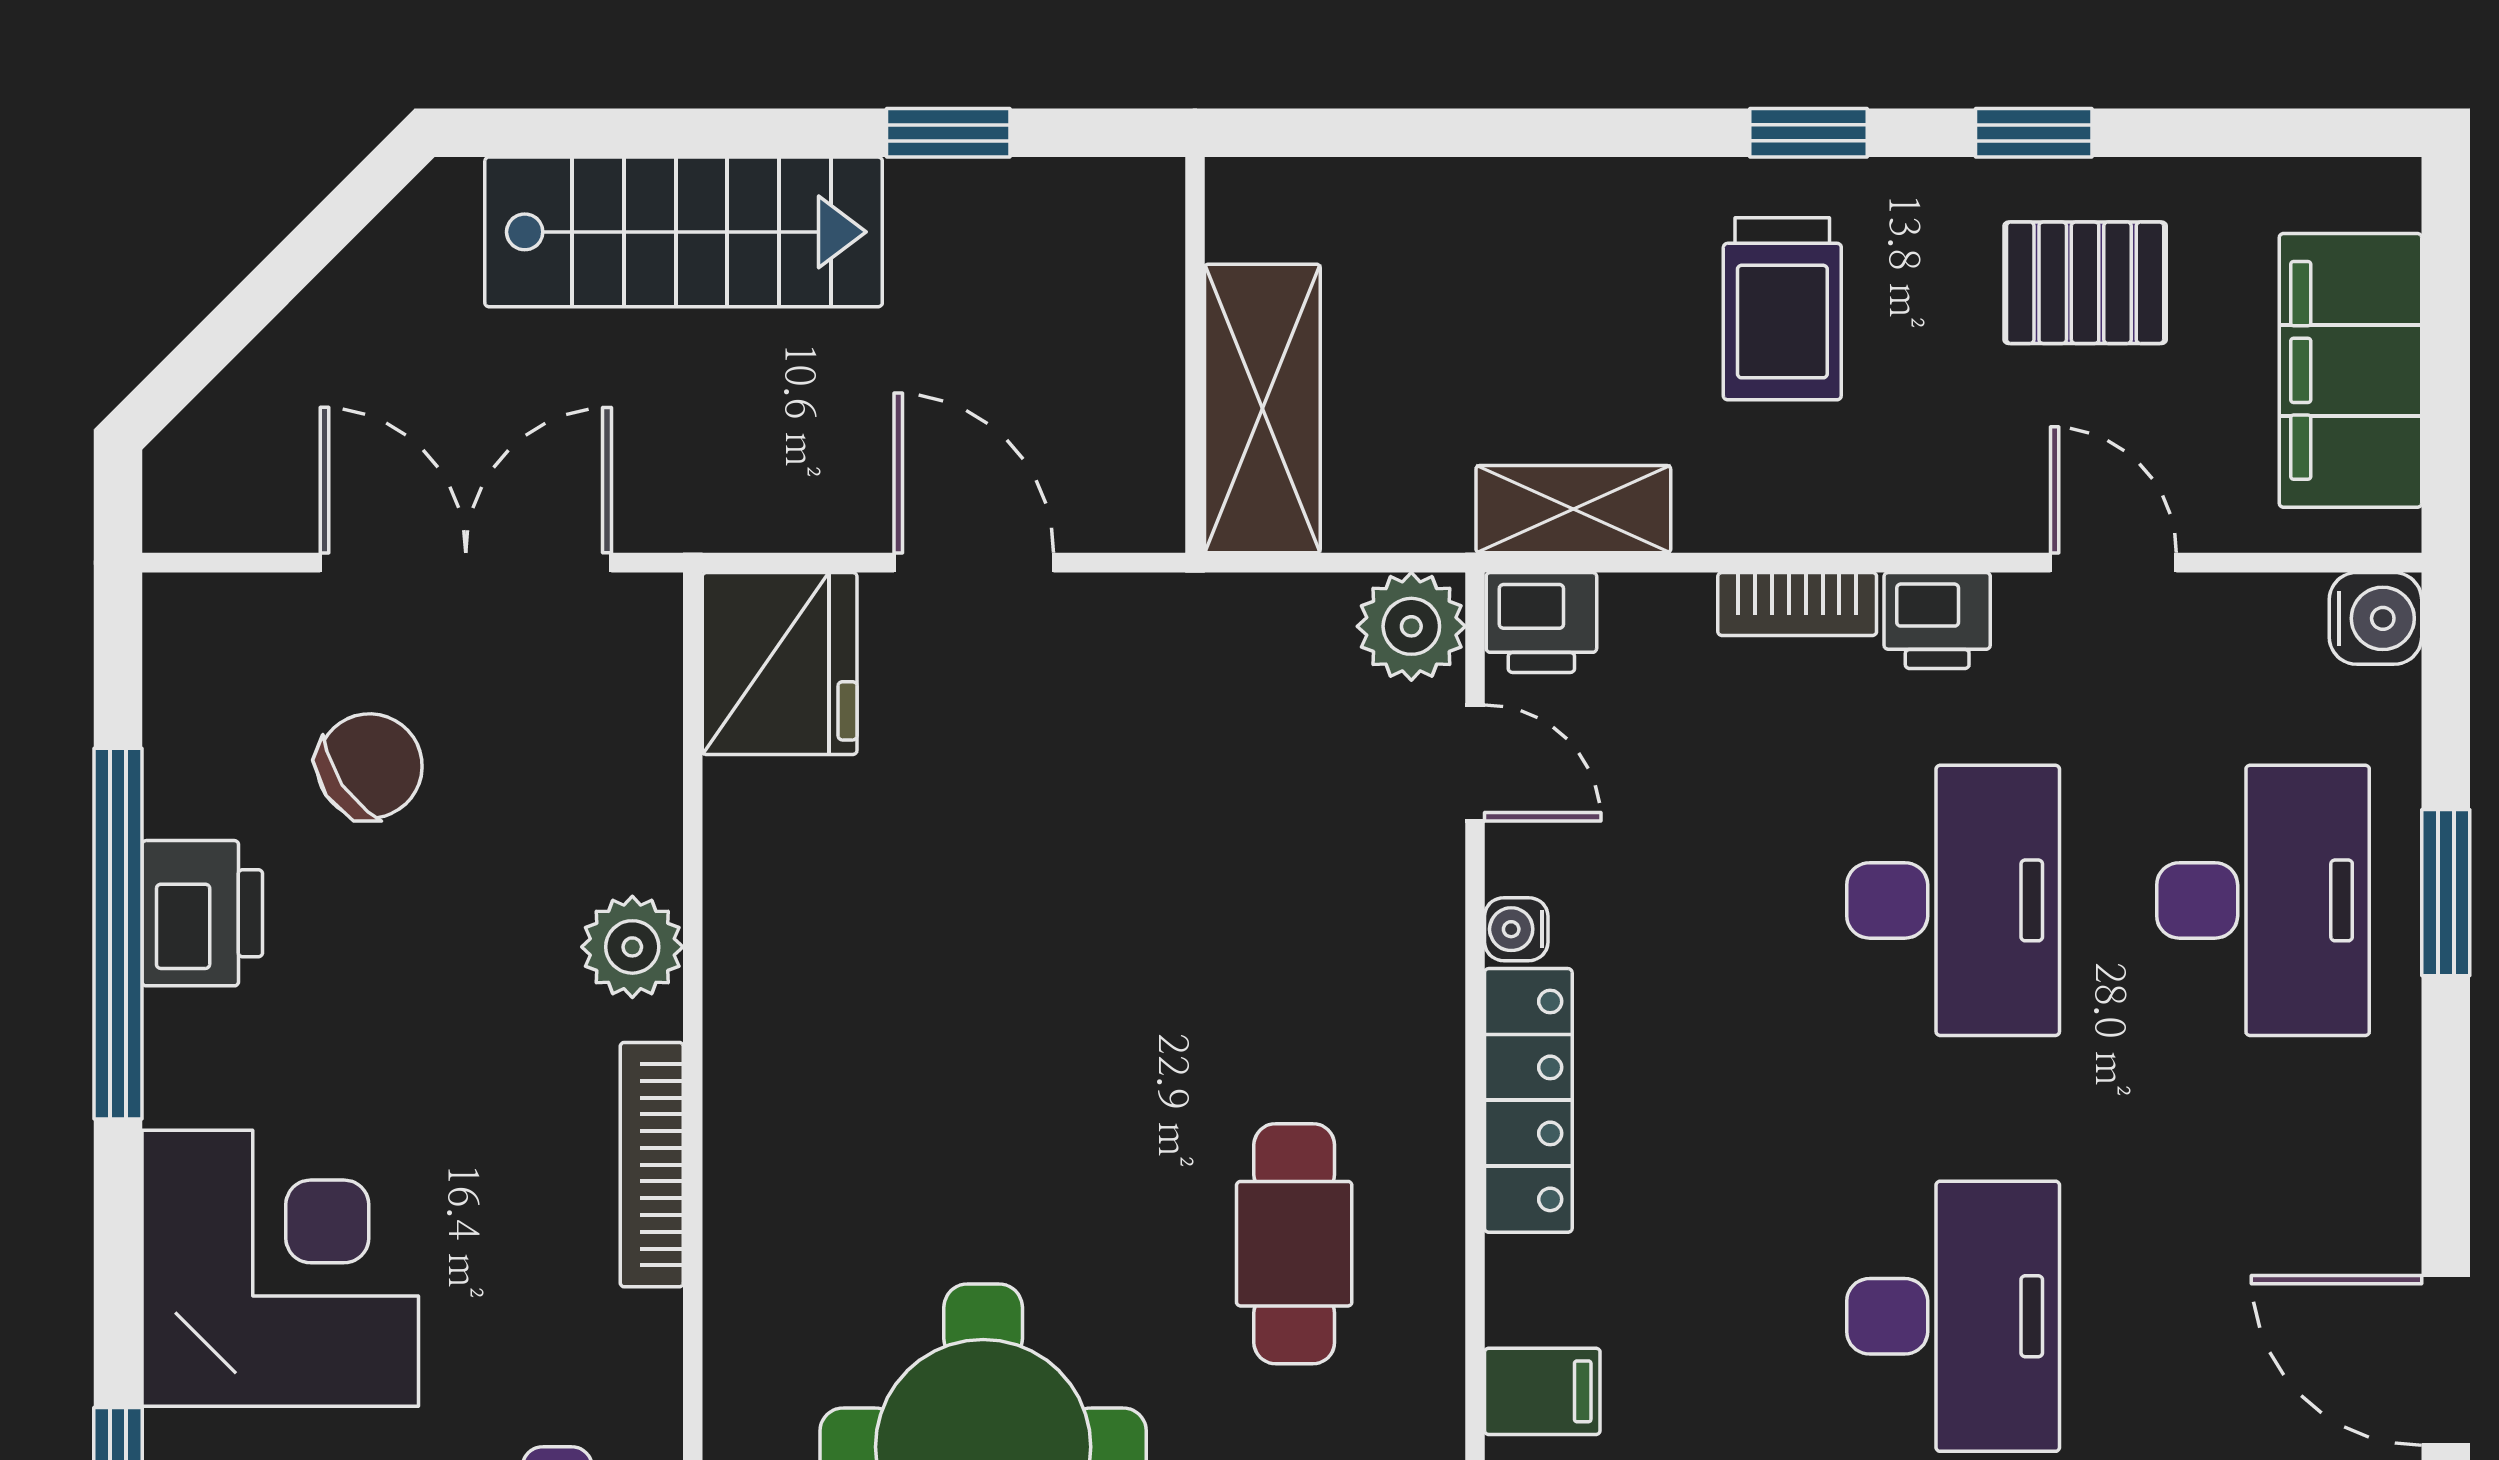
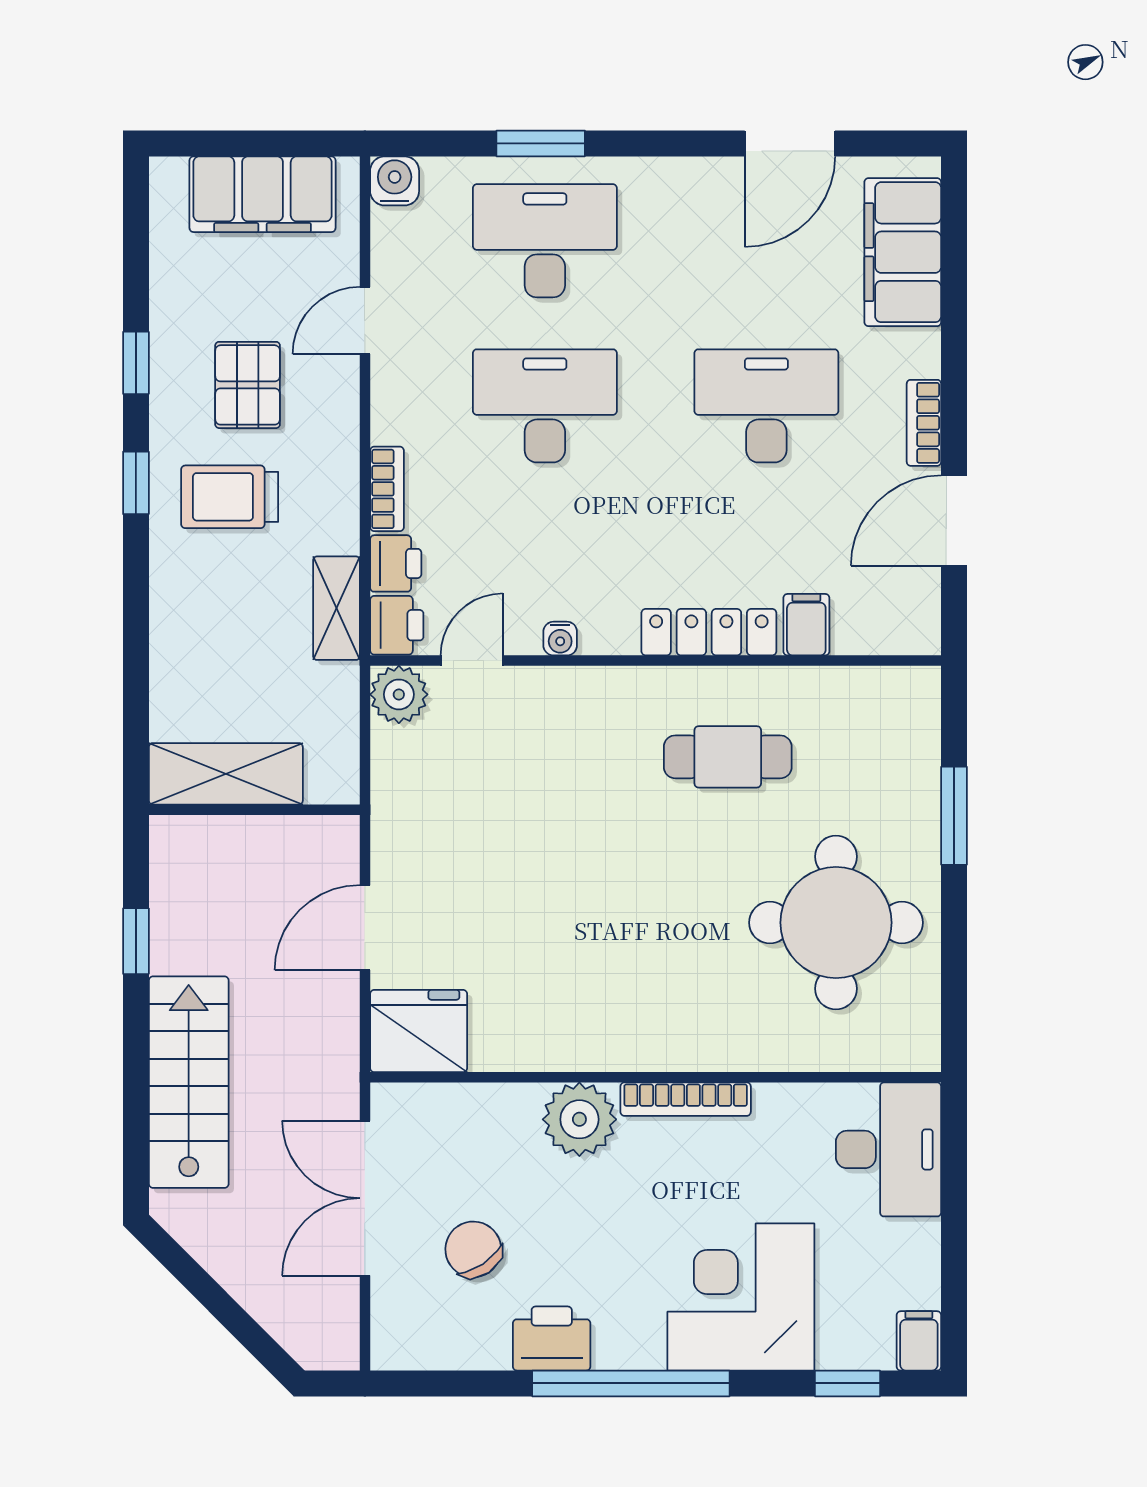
pallet: (2085, 283) -> (248, 385), moved
trolley: (1782, 309) -> (230, 497), turned 180
shelving: (1262, 408) -> (226, 774), moved
printer: (1937, 620) -> (396, 563), moved
window: (118, 934) -> (631, 1383), moved
plant: (632, 947) -> (579, 1119), width x1.36, depth x1.36
locker: (1528, 1100) -> (709, 632), moved

